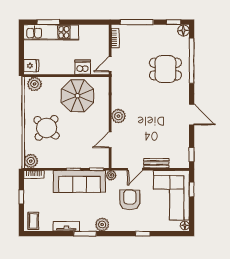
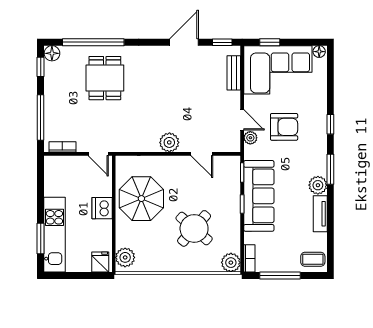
dishwasher: (83, 67) -> (102, 208), moved
door: (192, 115) -> (184, 42), moved
round table: (47, 128) -> (194, 228), moved
bench: (156, 163) -> (234, 73), moved
plant: (111, 175) -> (250, 138), moved
window: (21, 197) -> (280, 275), width x2.17
armchair: (130, 200) -> (284, 127), turned 180
plant: (102, 225) -> (318, 185), moved
window: (85, 234) -> (330, 169), moved
window: (143, 234) -> (330, 124), moved

